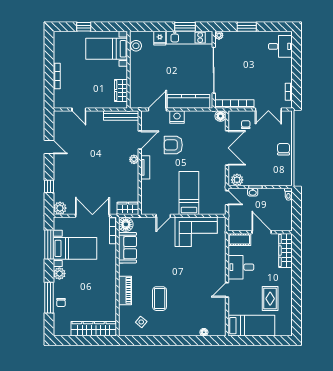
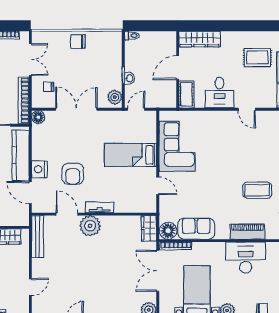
plant: (134, 159) -> (90, 226), width x1.87, depth x1.87
desk: (103, 289) -> (246, 258), added

